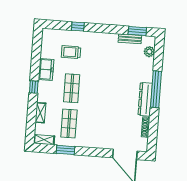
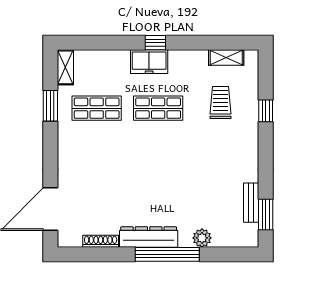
plant: (149, 52) -> (202, 238), moved
freezer: (46, 69) -> (149, 62), moved
shelving: (40, 113) -> (226, 57), moved

